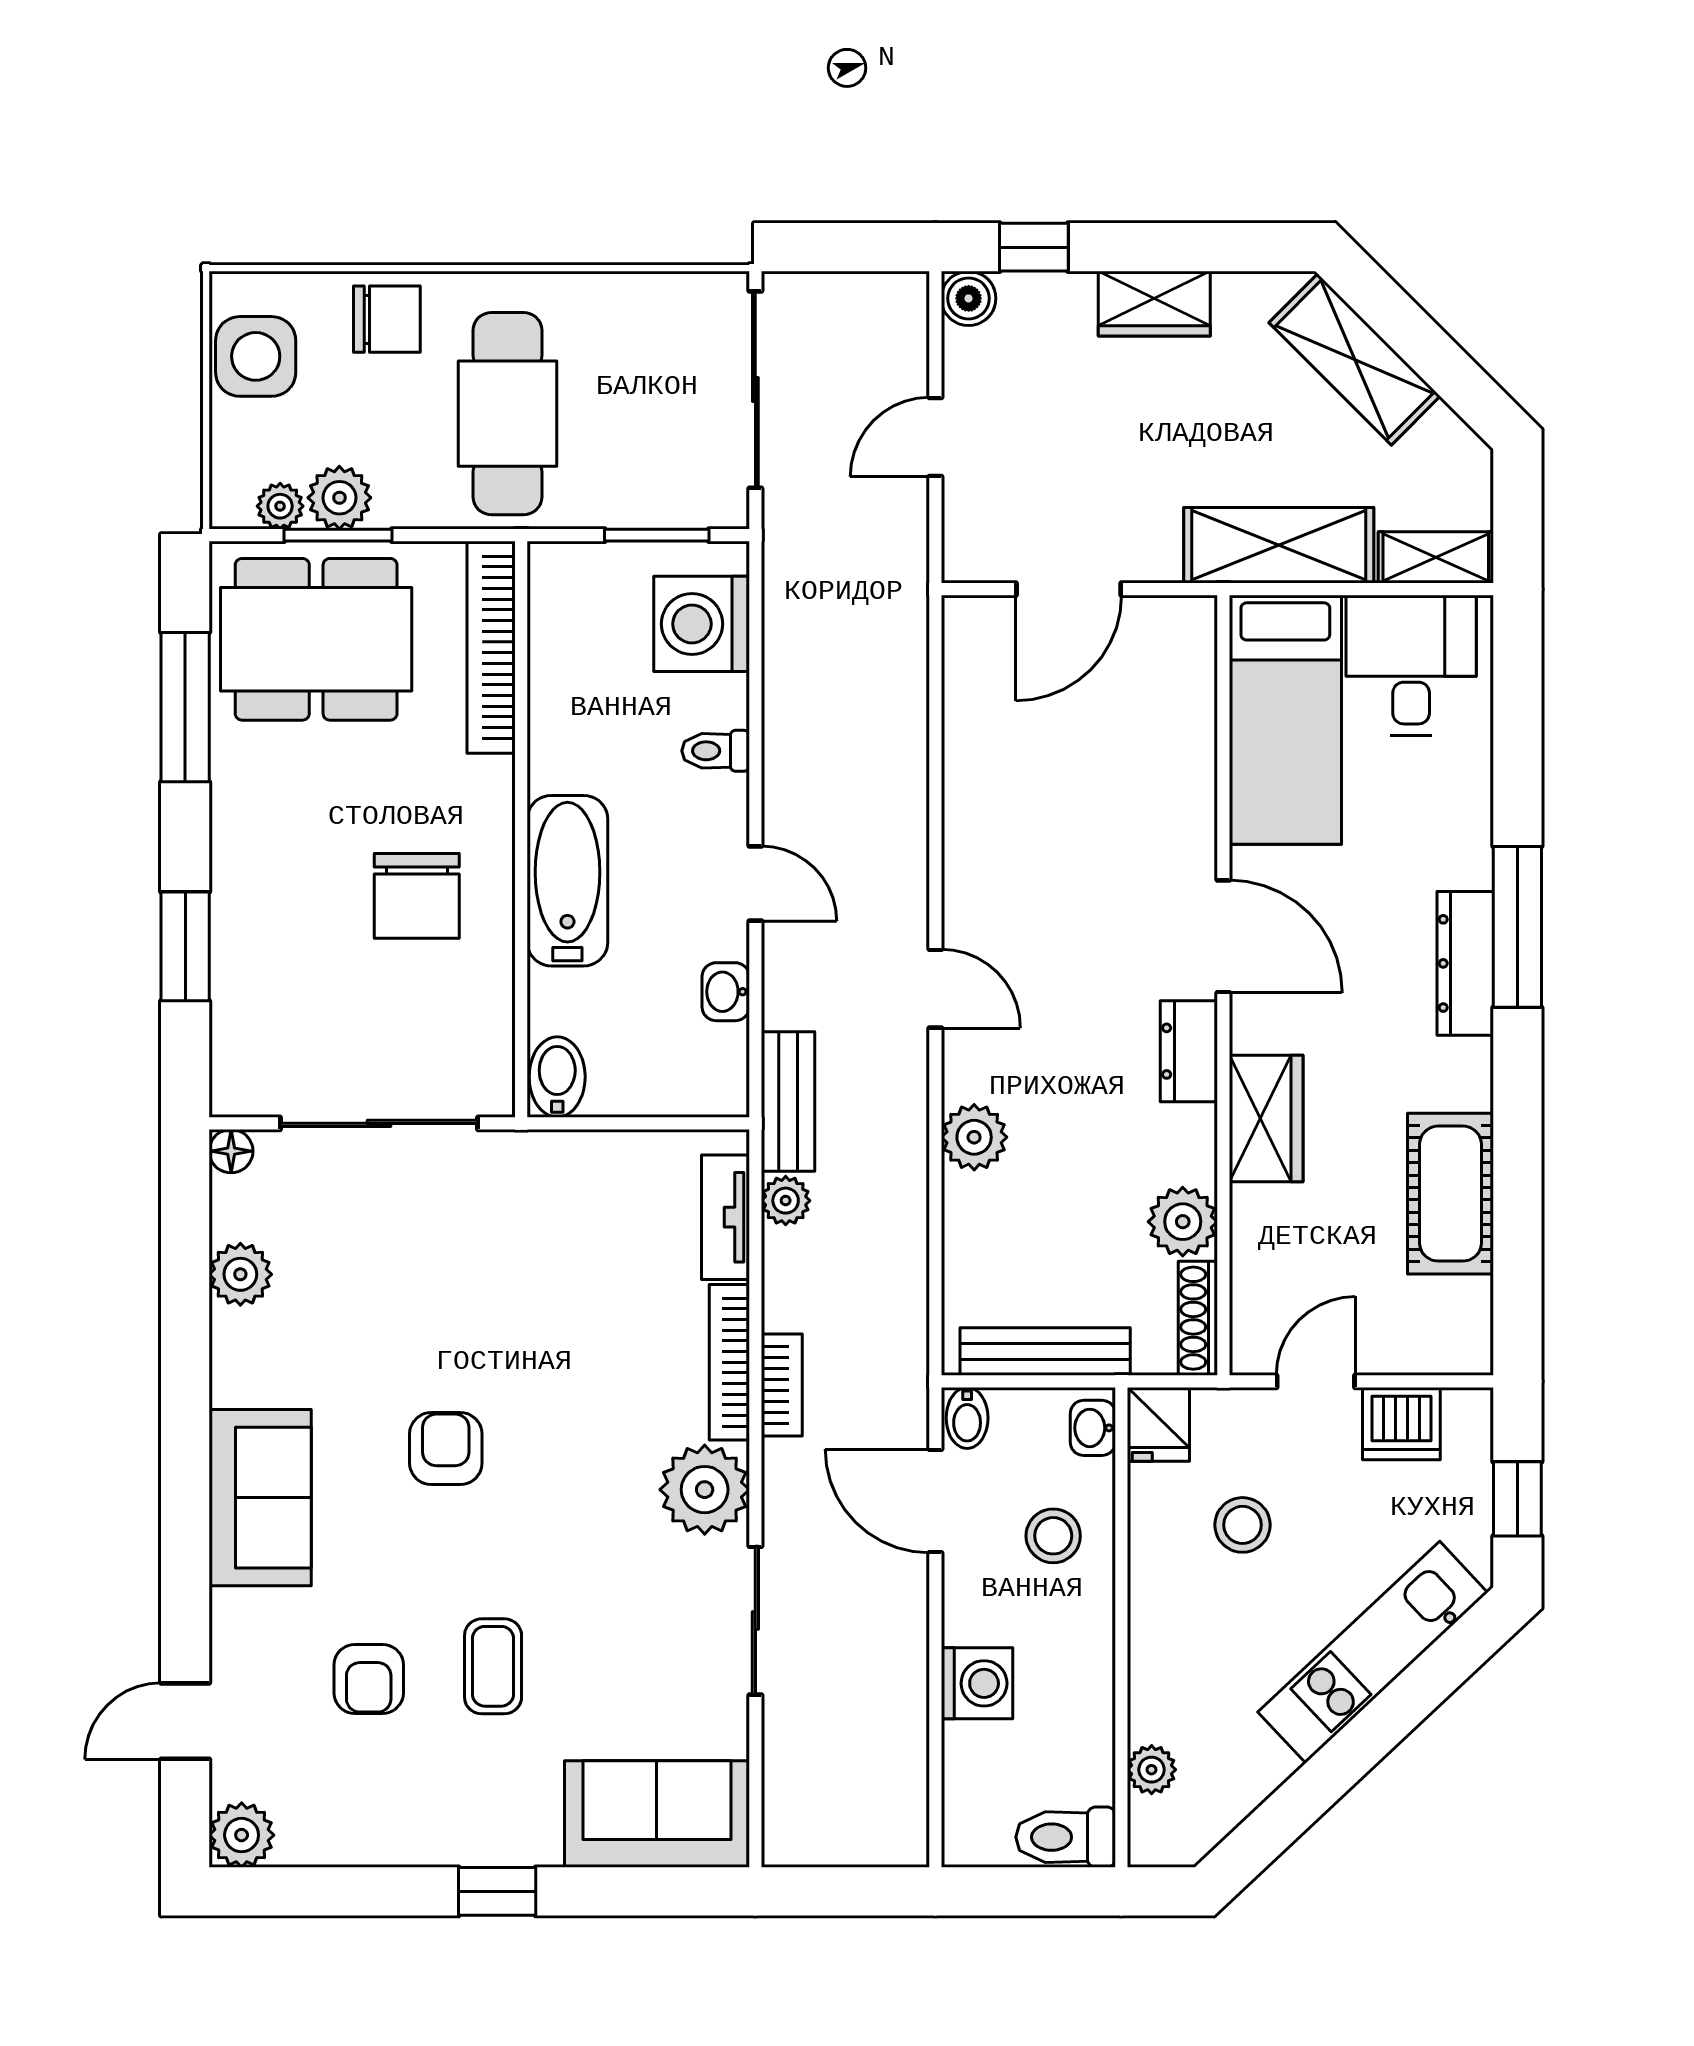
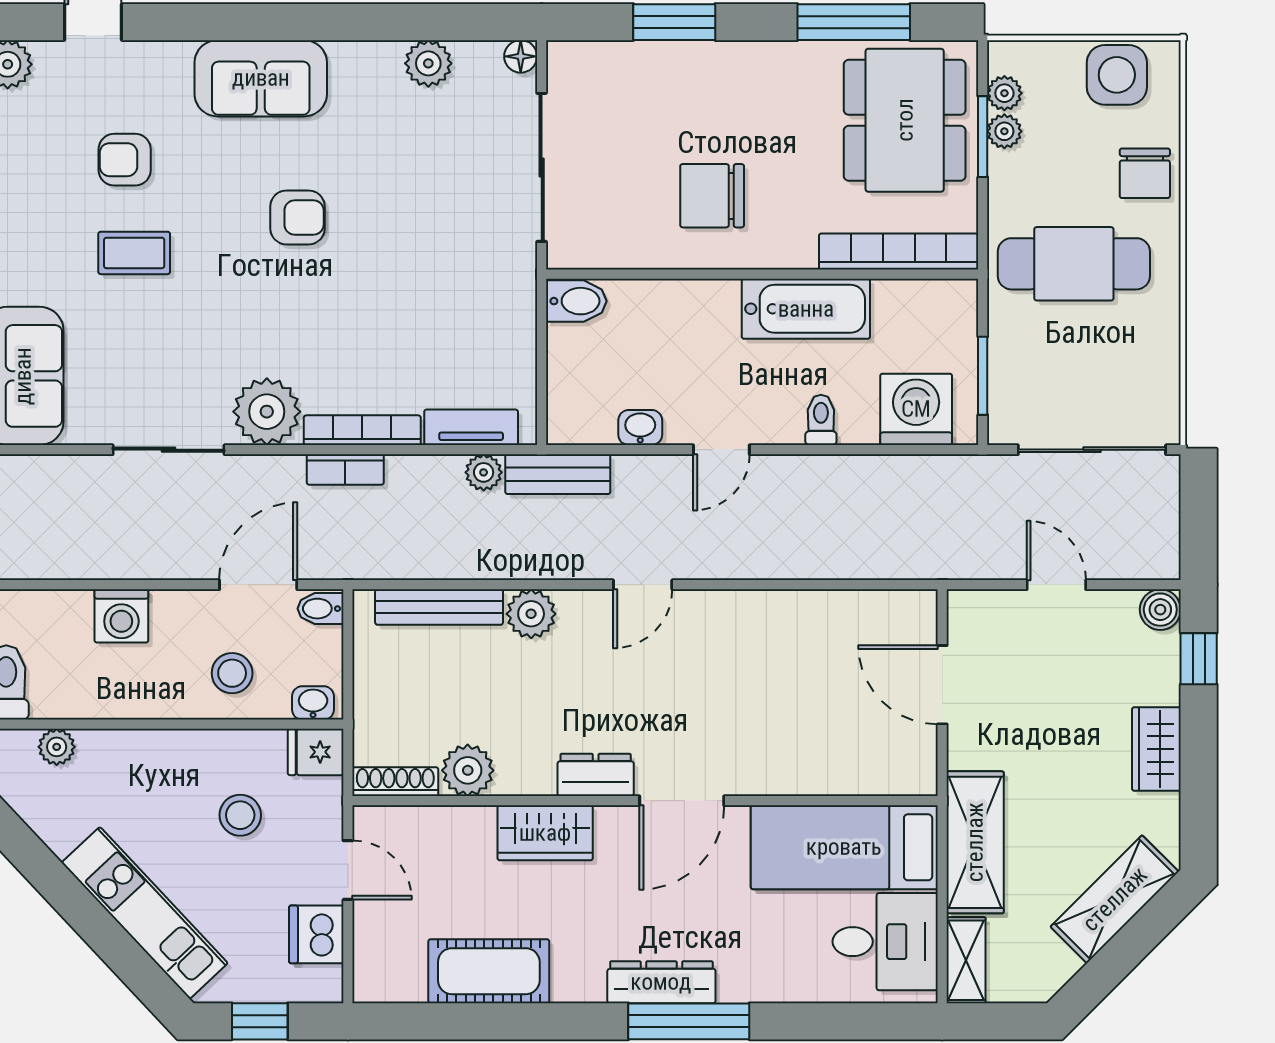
plant: (339, 498) -> (1004, 131), width x0.73, depth x0.73
bathtub: (567, 881) -> (806, 309), moved
bench: (1045, 1351) -> (439, 607), moved, turned 90

